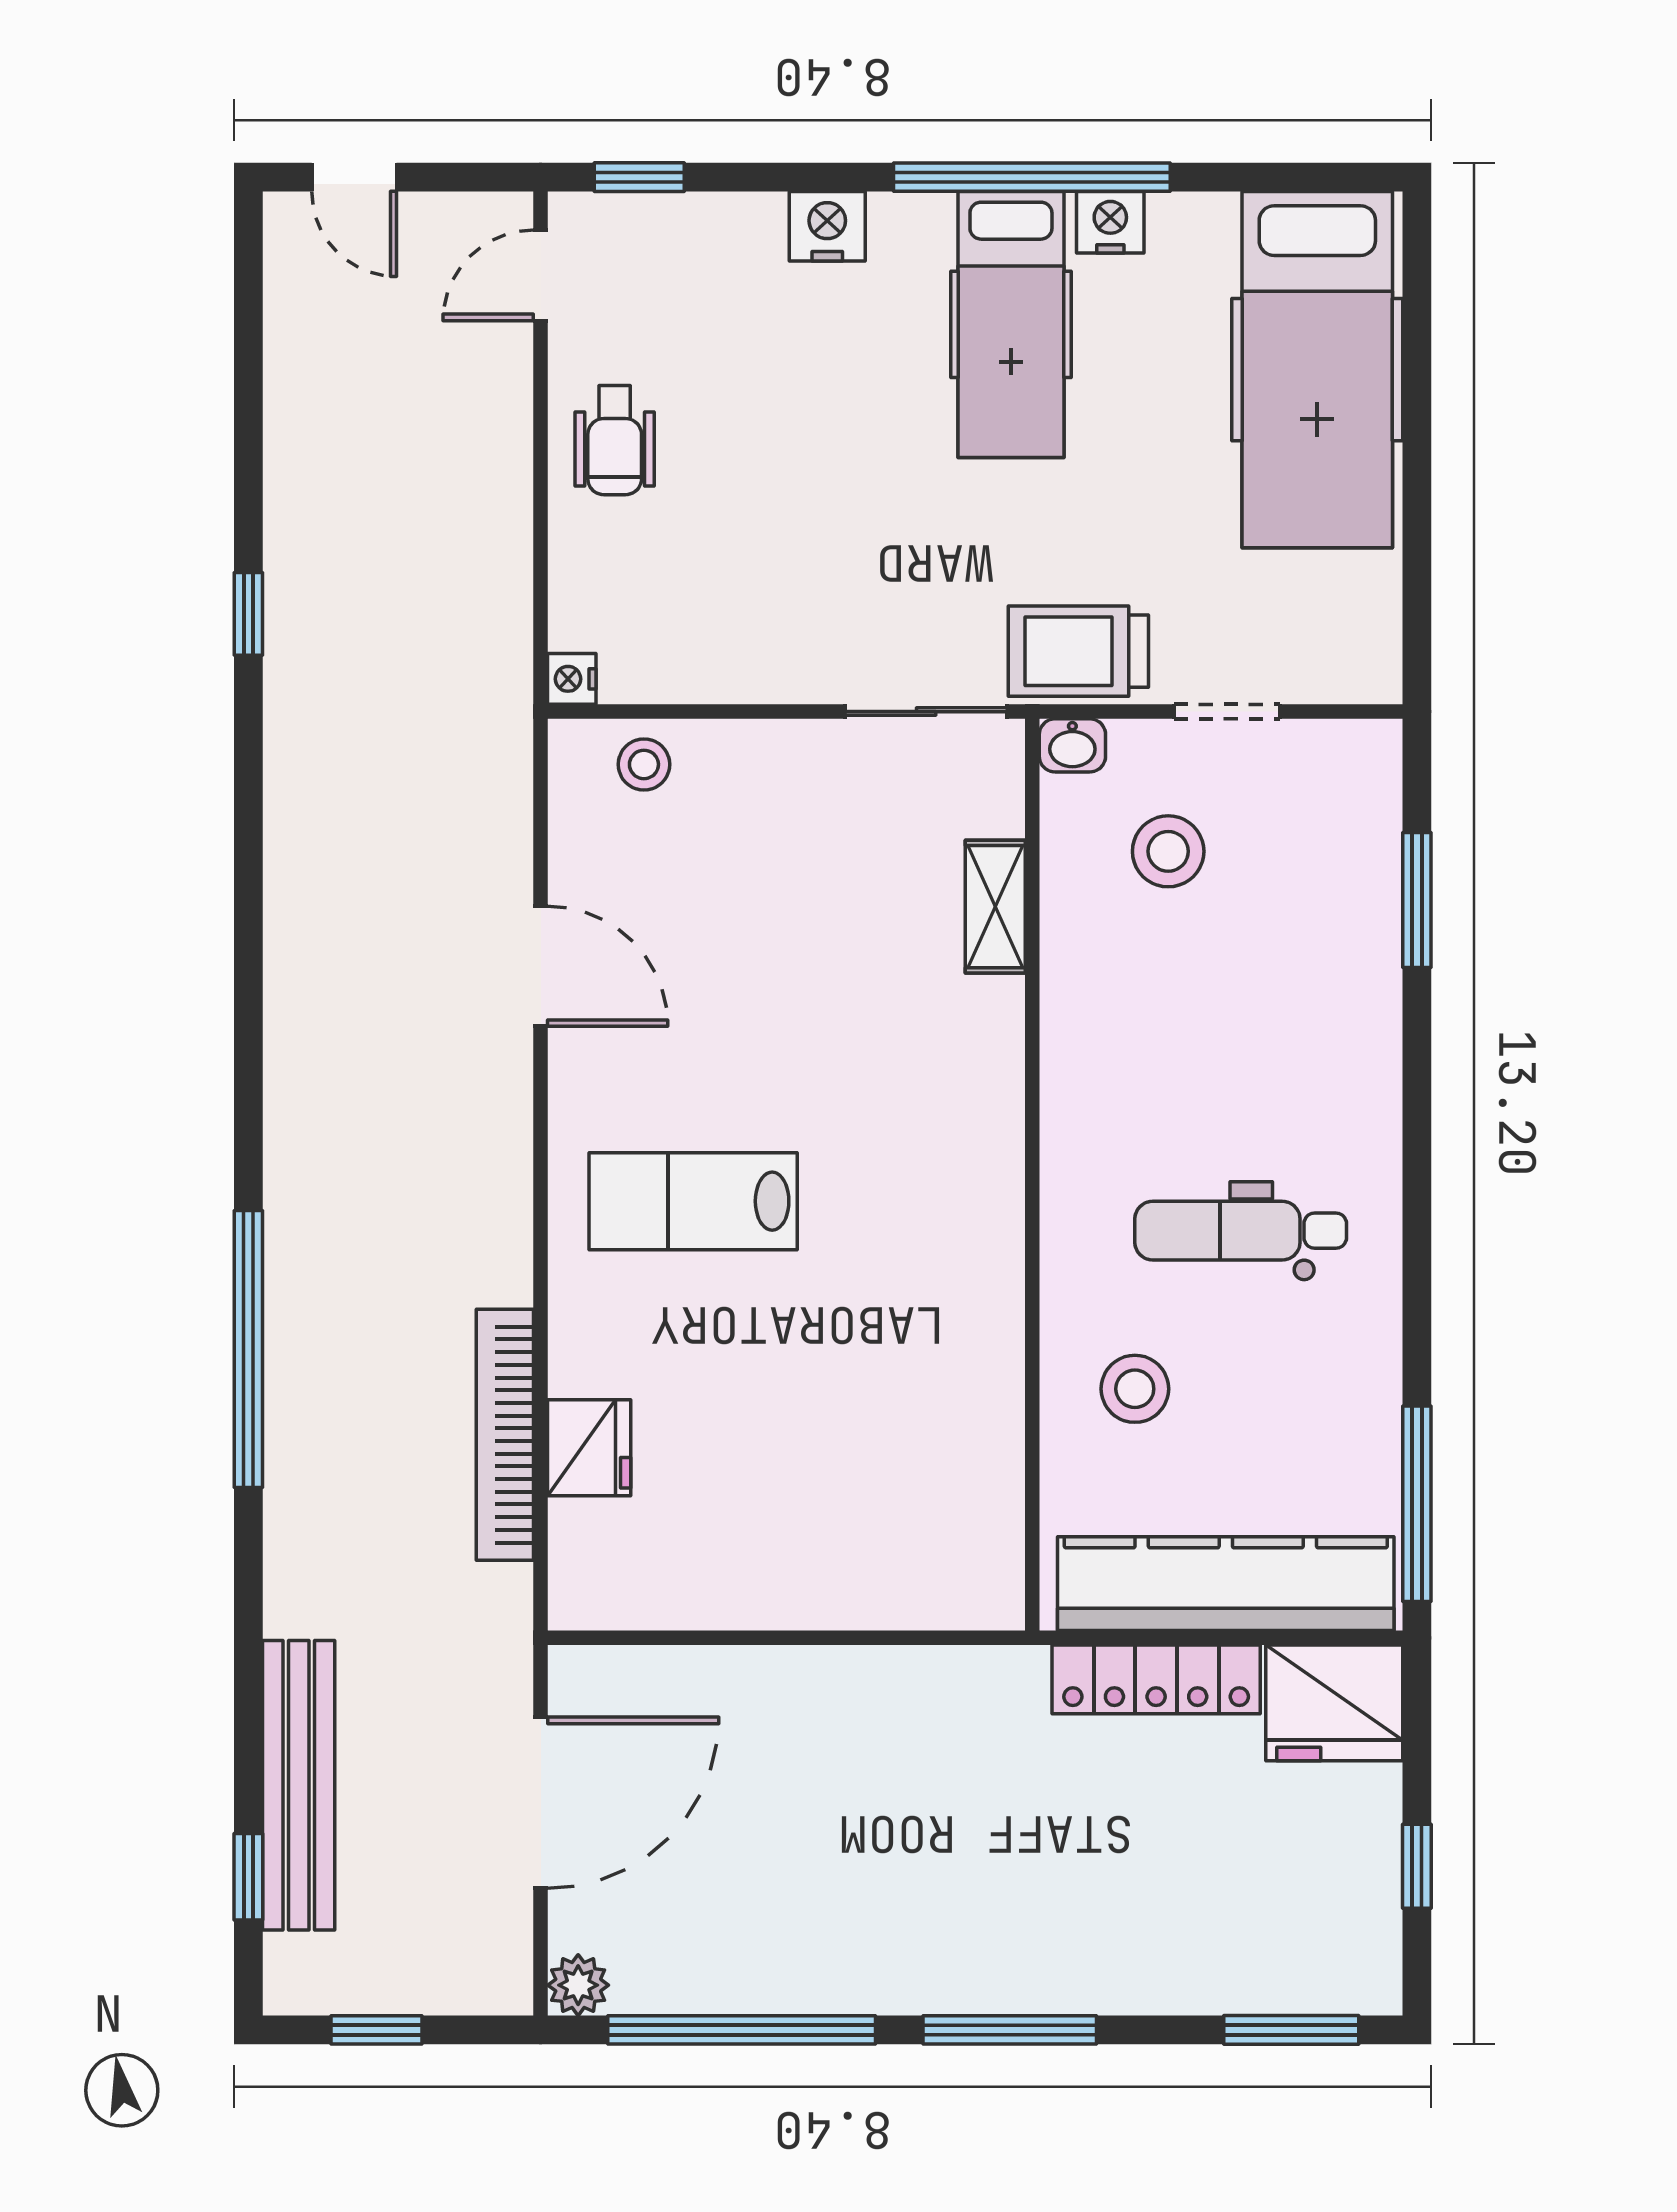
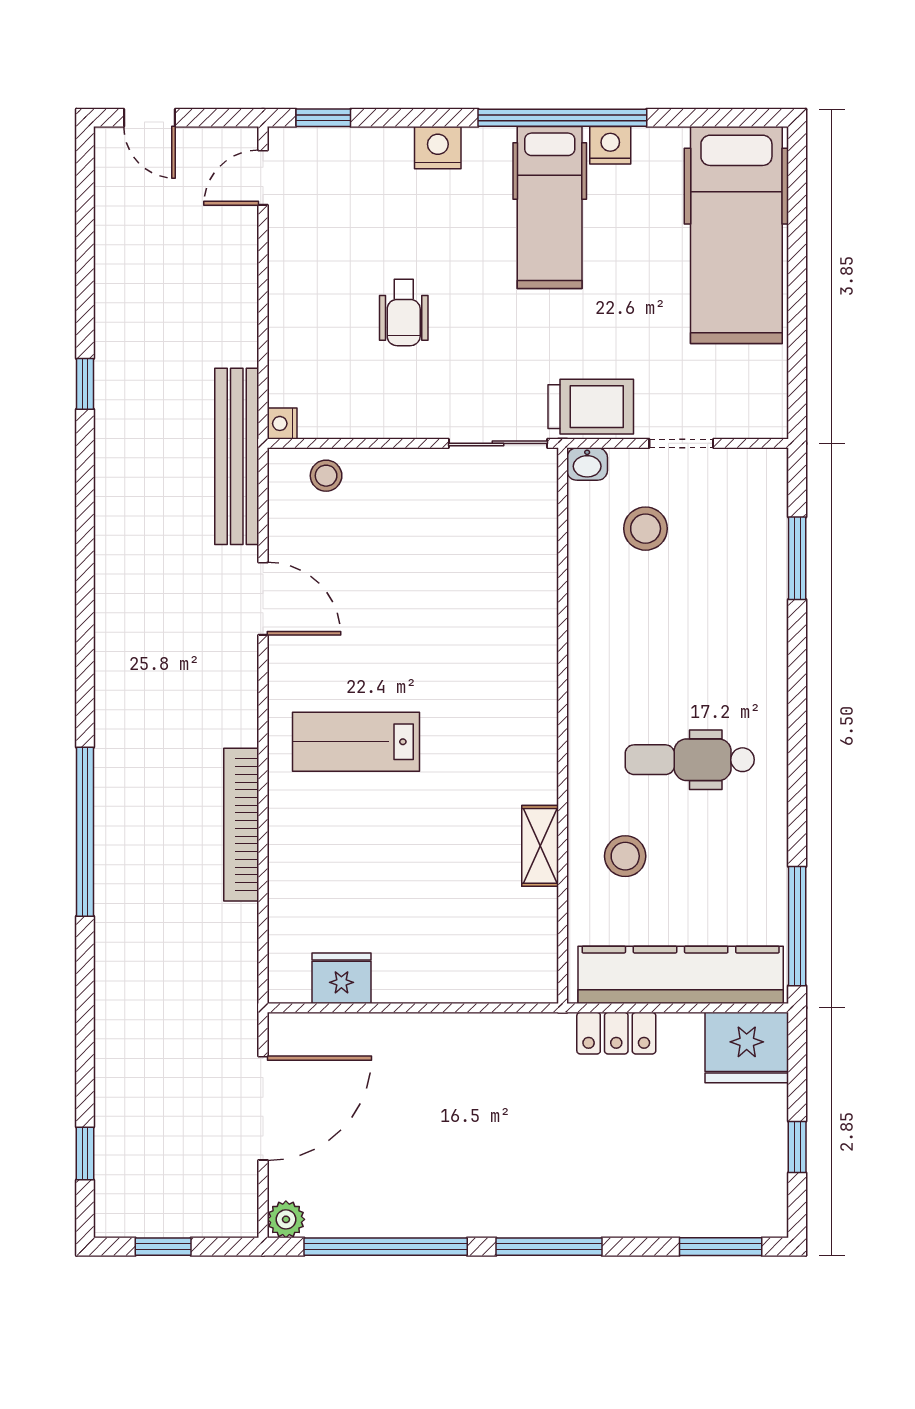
wheelchair: (615, 440) -> (404, 313), moved
trolley: (1078, 651) -> (591, 407), turned 180
shelving: (995, 907) -> (540, 846), moved
bookcase: (505, 1435) -> (241, 825), moved
fridge: (589, 1448) -> (341, 978), moved, turned -90
locker: (1156, 1679) -> (616, 1033), width x0.66
bench: (299, 1785) -> (237, 456), moved

